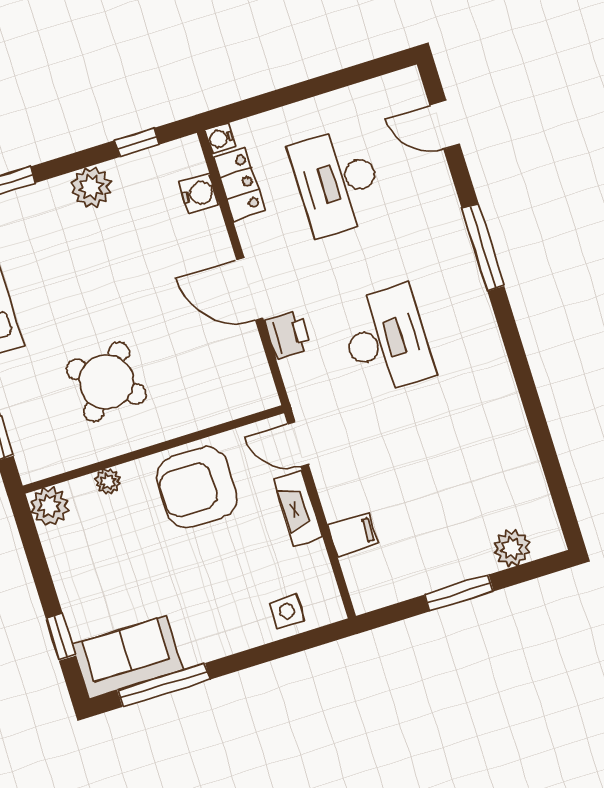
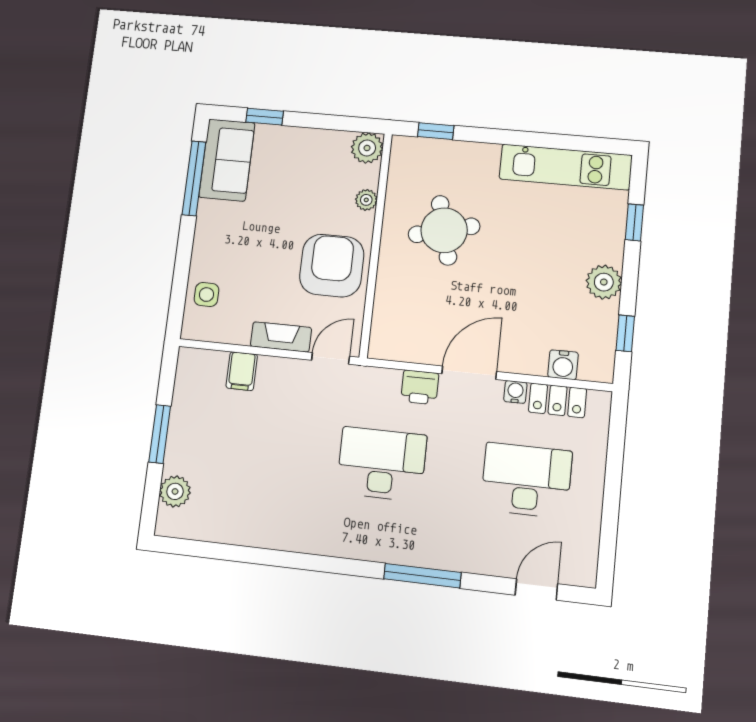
water cooler: (220, 139) -> (515, 392), moved
desk: (386, 340) -> (382, 464), turned 180
round table: (106, 382) -> (444, 230), turned 36

